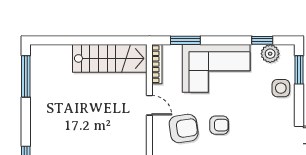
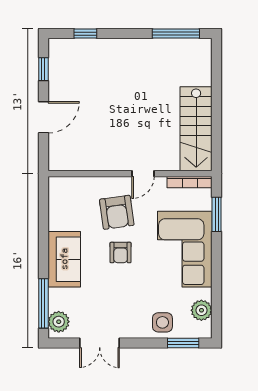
window: (262, 40) -> (217, 301), removed

